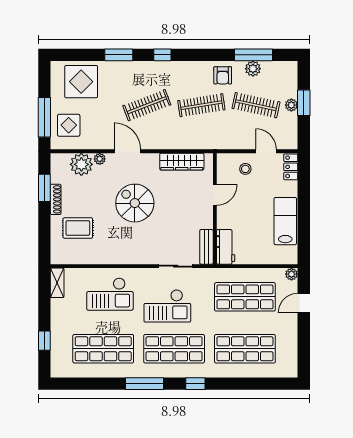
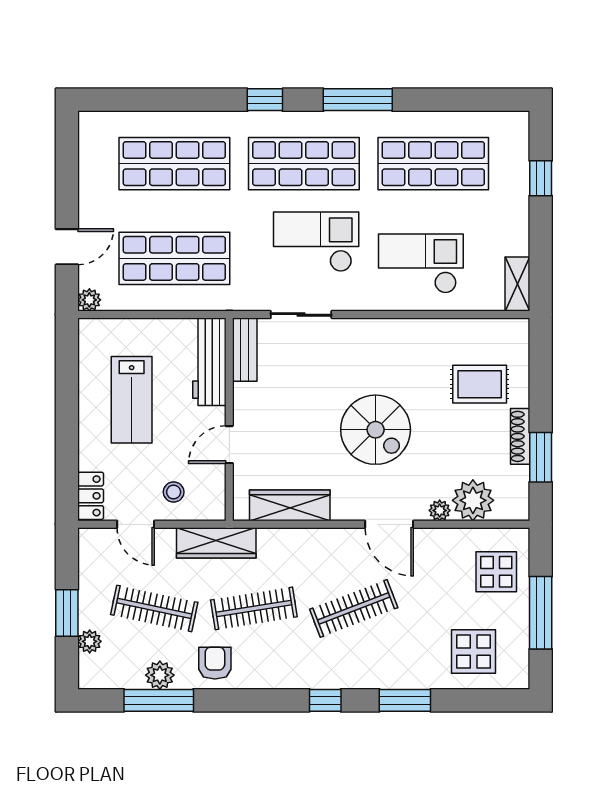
display table: (81, 82) -> (474, 652), width x0.73, depth x0.73
plant: (291, 105) -> (90, 641), moved
window: (44, 117) -> (541, 613), moved
wardrobe: (222, 141) -> (216, 543), added
lab bench: (285, 221) -> (132, 400), moved
workbench: (226, 247) -> (209, 362), width x1.38

